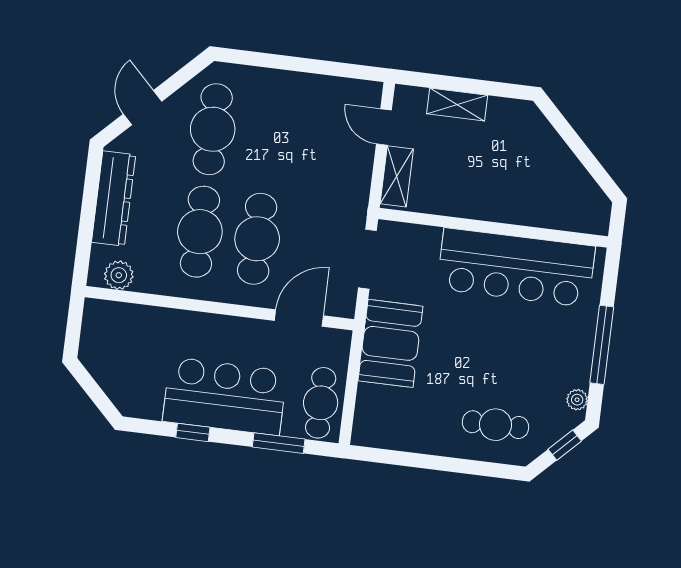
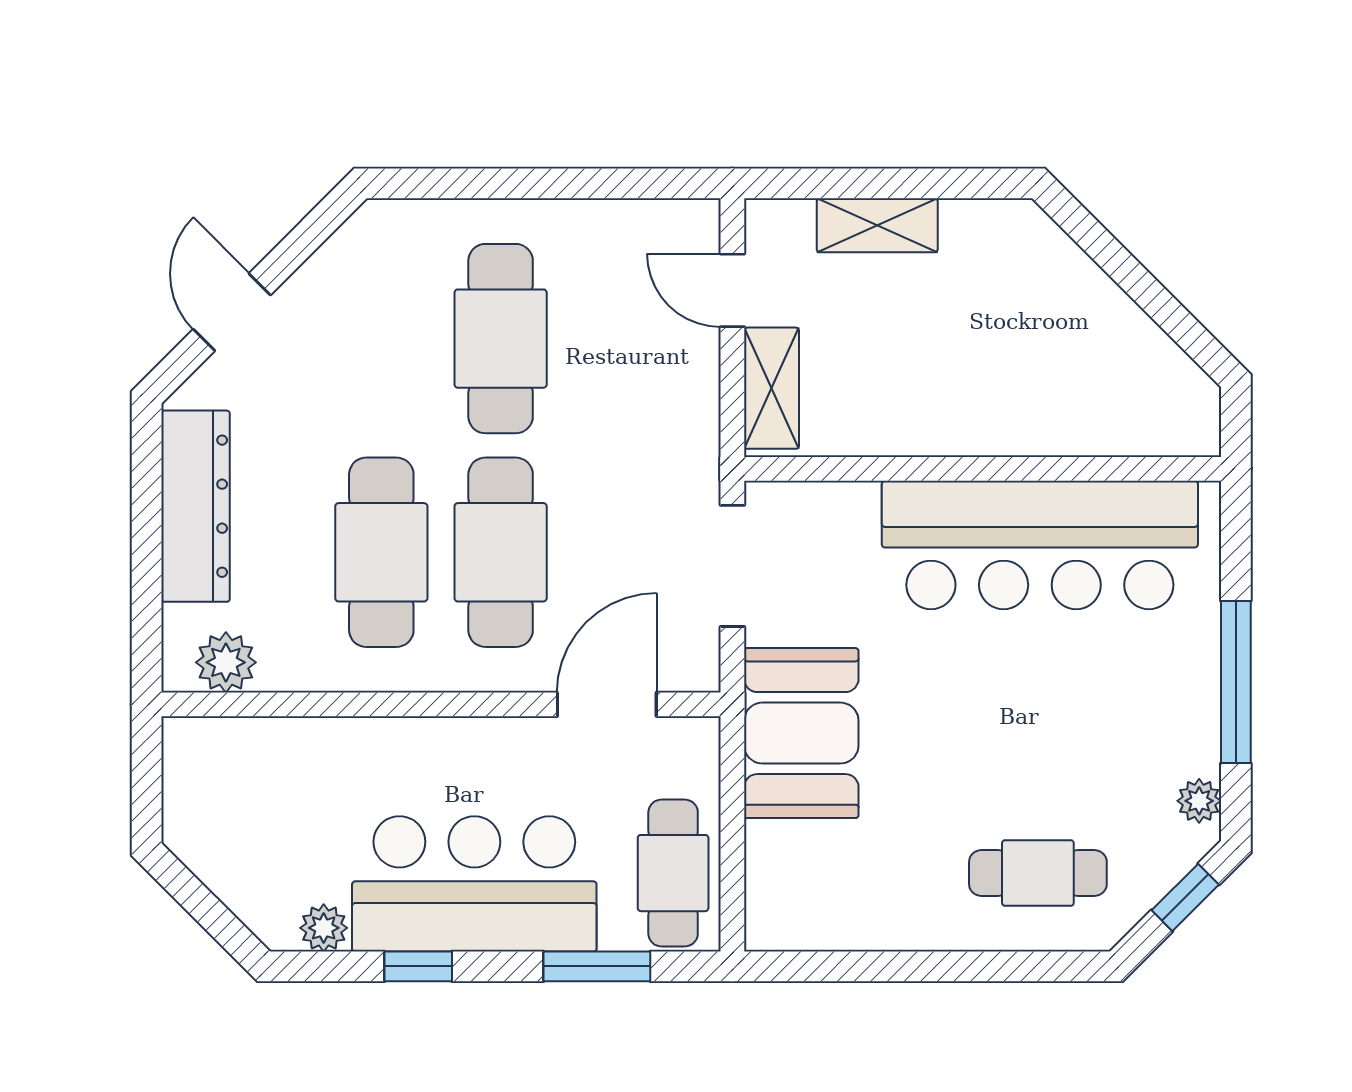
cafe table: (213, 129) -> (501, 339), moved
plant: (150, 408) -> (324, 928), added

